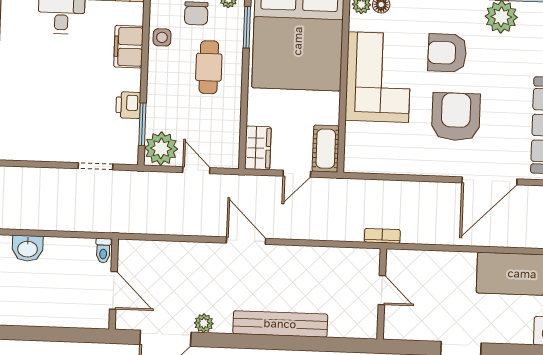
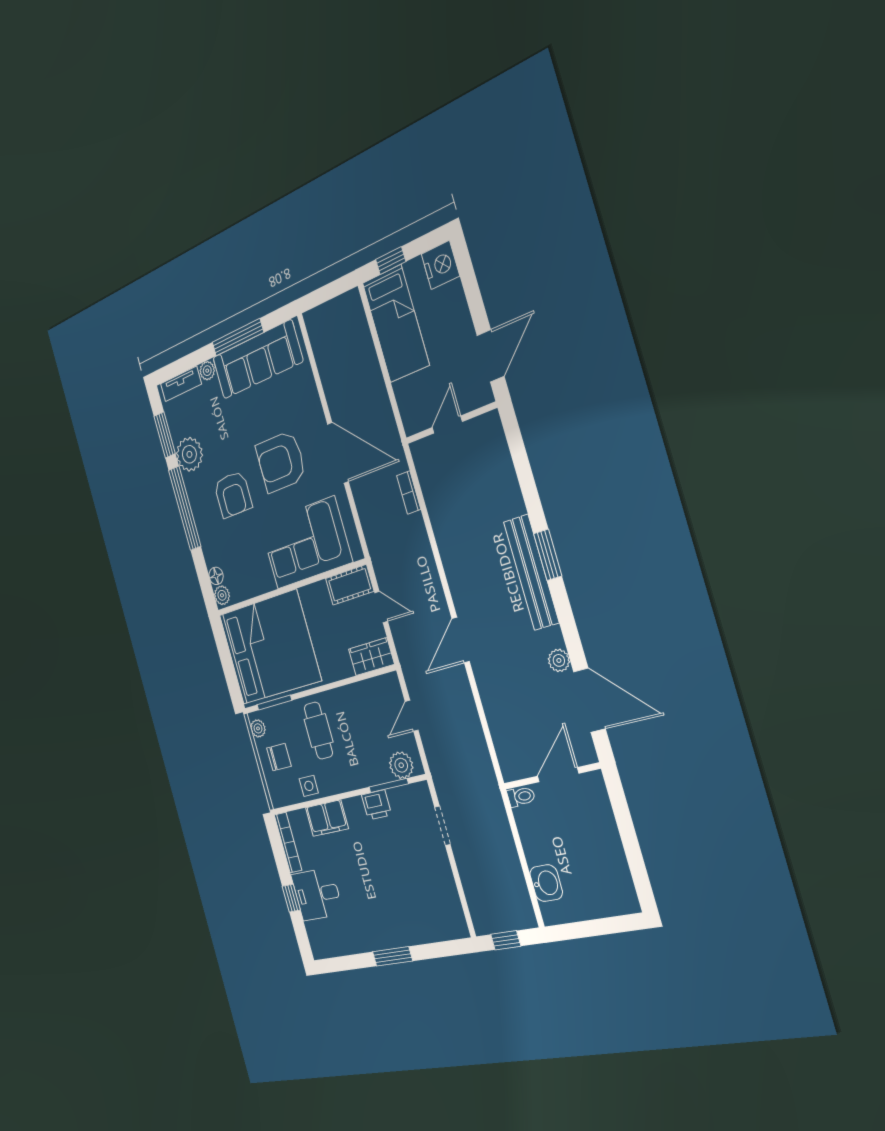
cafe table: (209, 67) -> (318, 731), turned 90
corner sofa: (378, 77) -> (306, 543), moved
plant: (161, 148) -> (401, 765), width x0.73, depth x0.73
door: (489, 181) -> (338, 453), moved
door: (382, 290) -> (447, 425), moved
wall: (382, 294) -> (451, 423), moved
window: (289, 343) -> (548, 555), added

